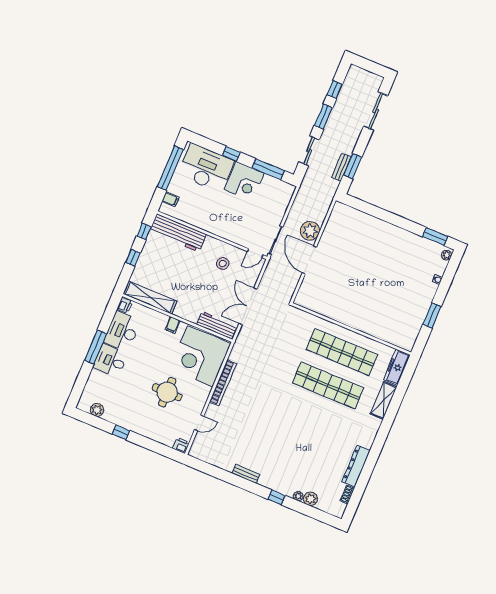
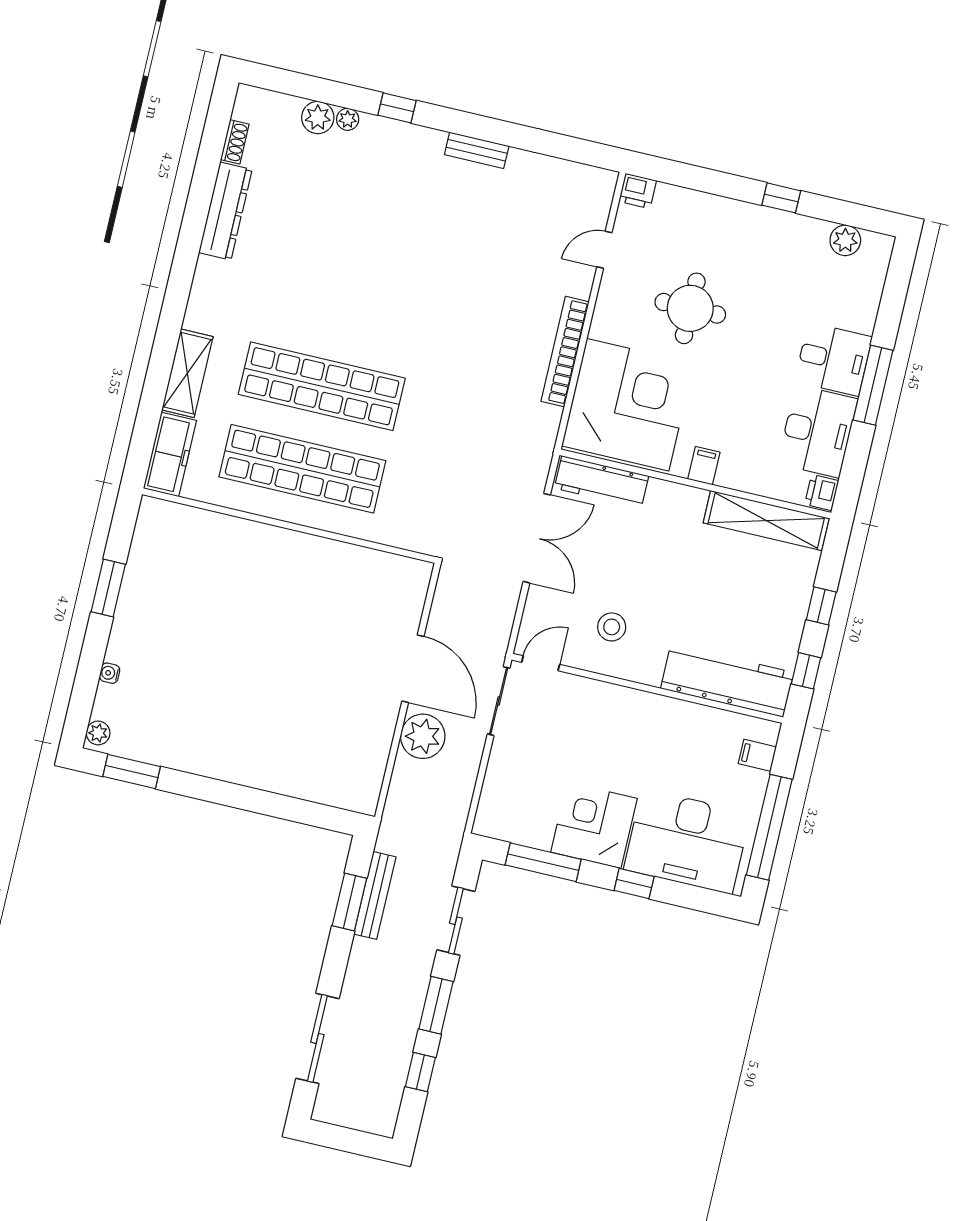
bench: (341, 167) -> (375, 895), width x1.36

